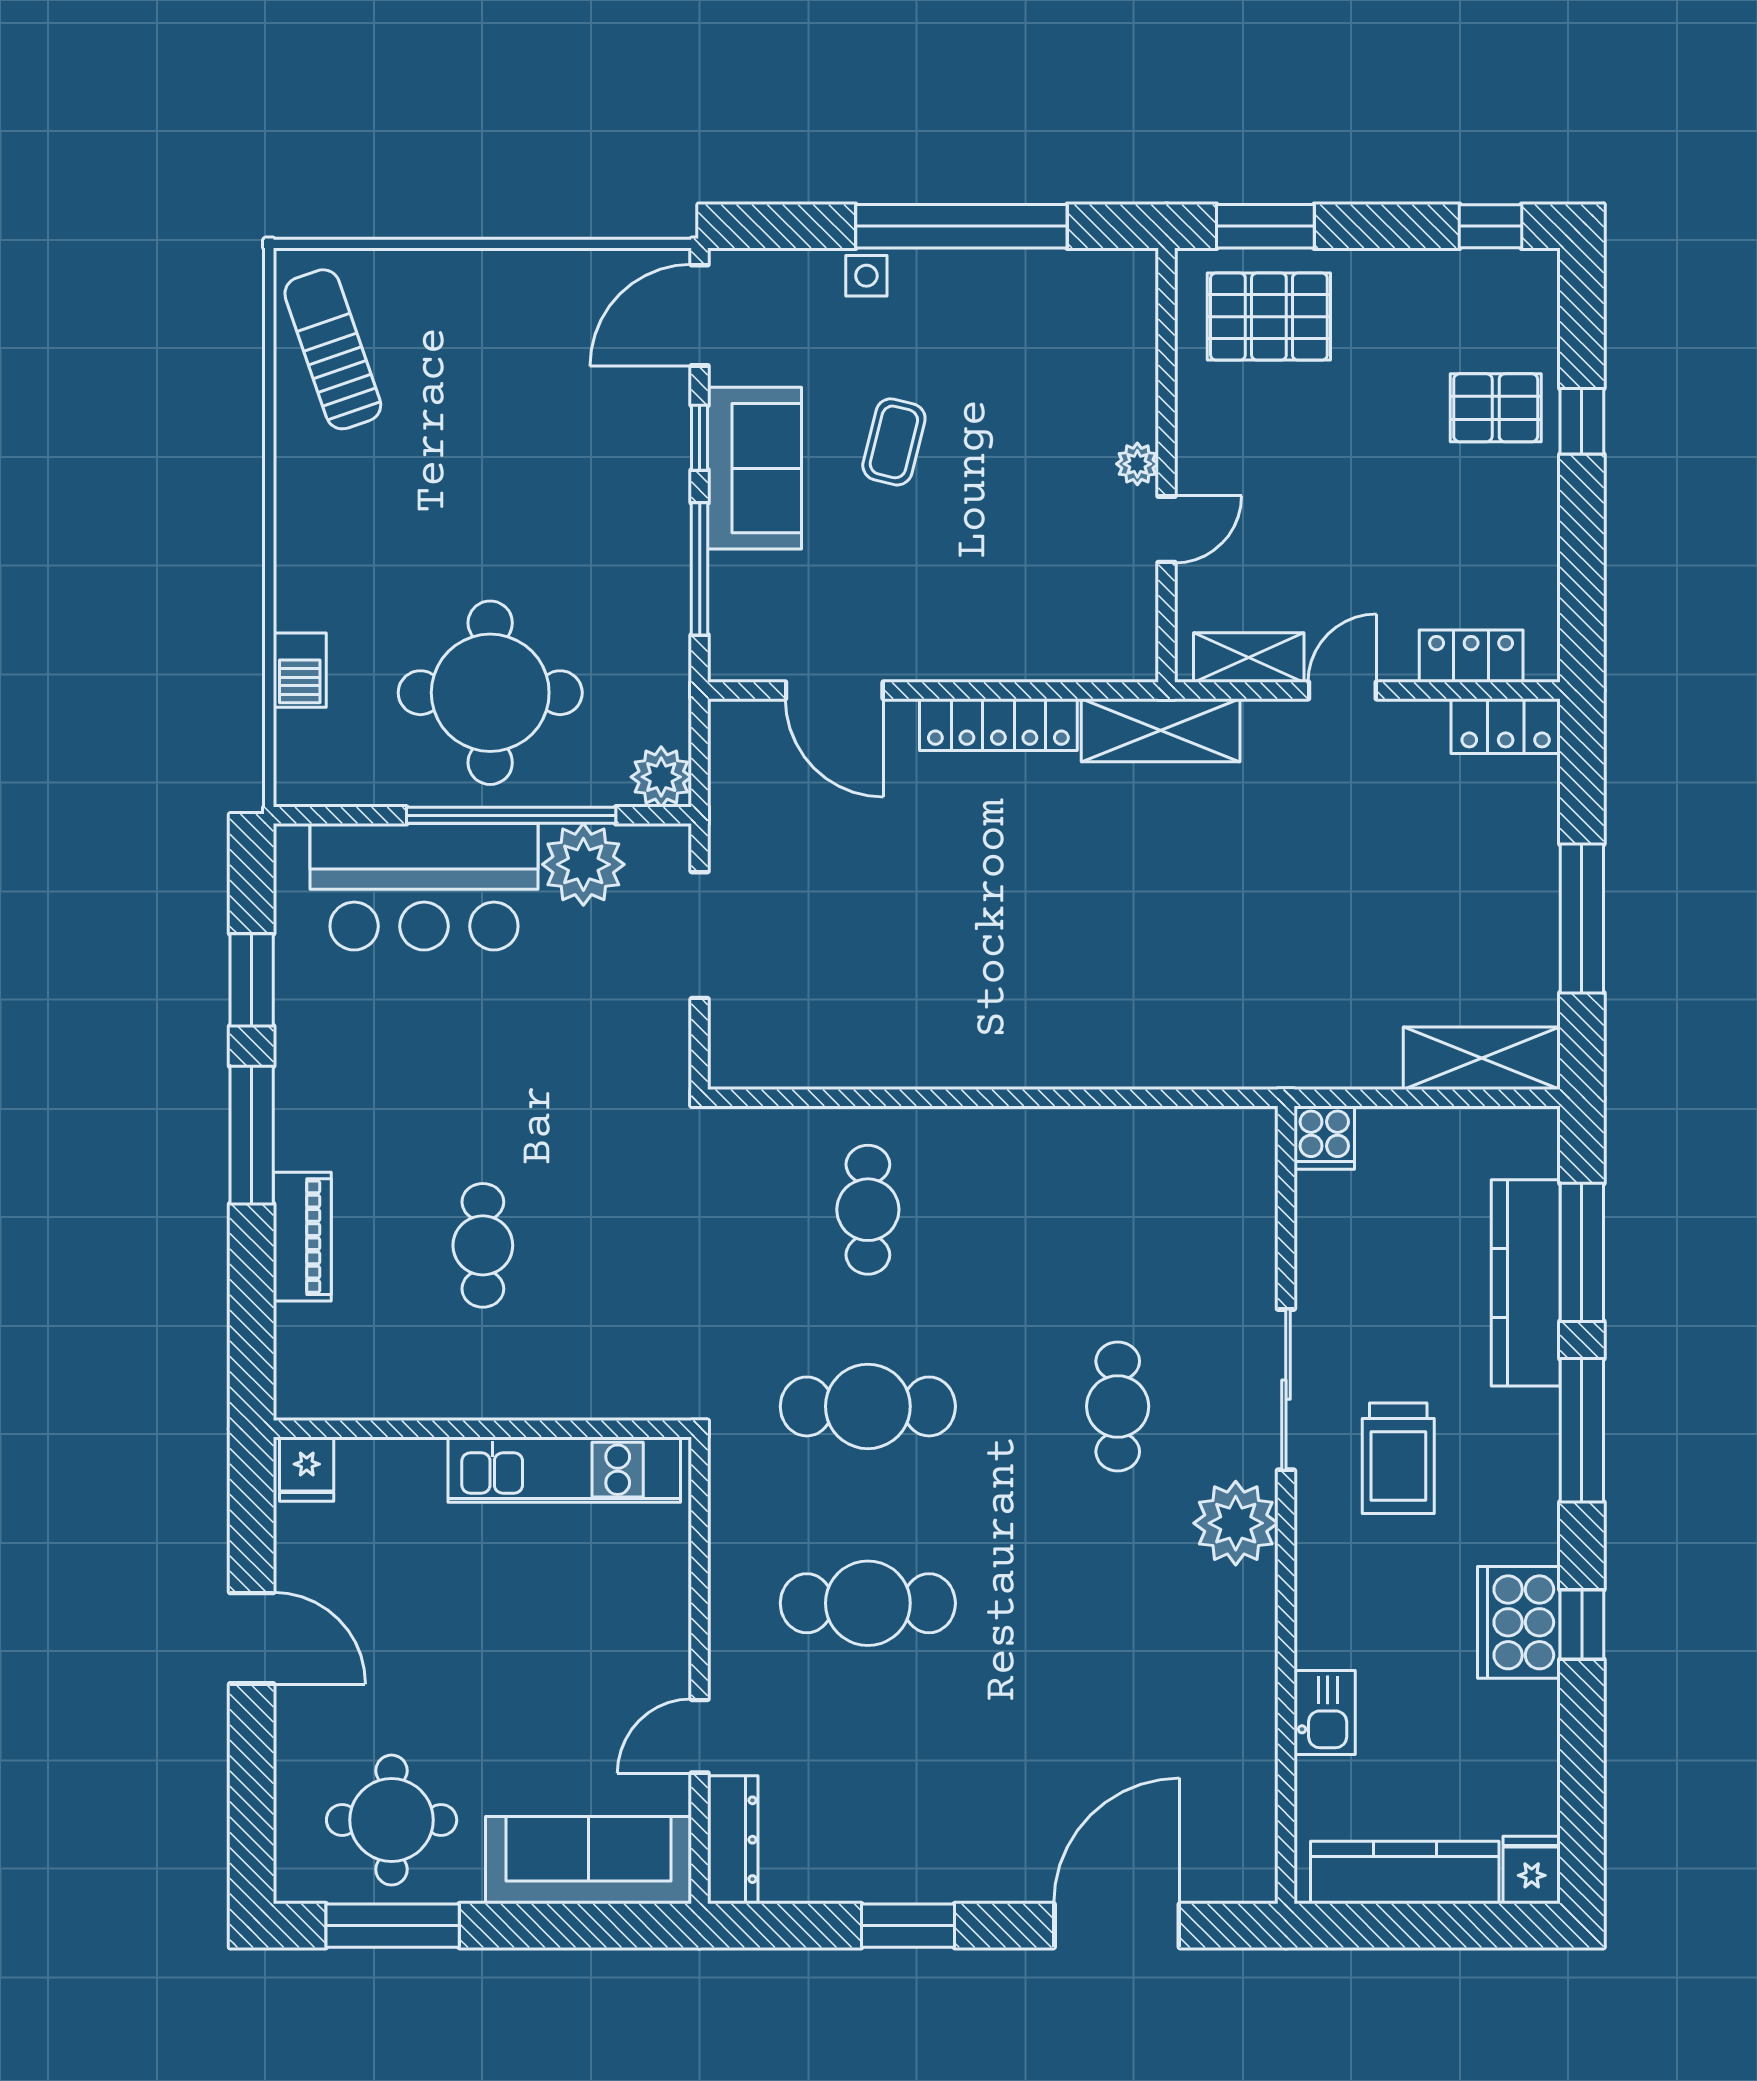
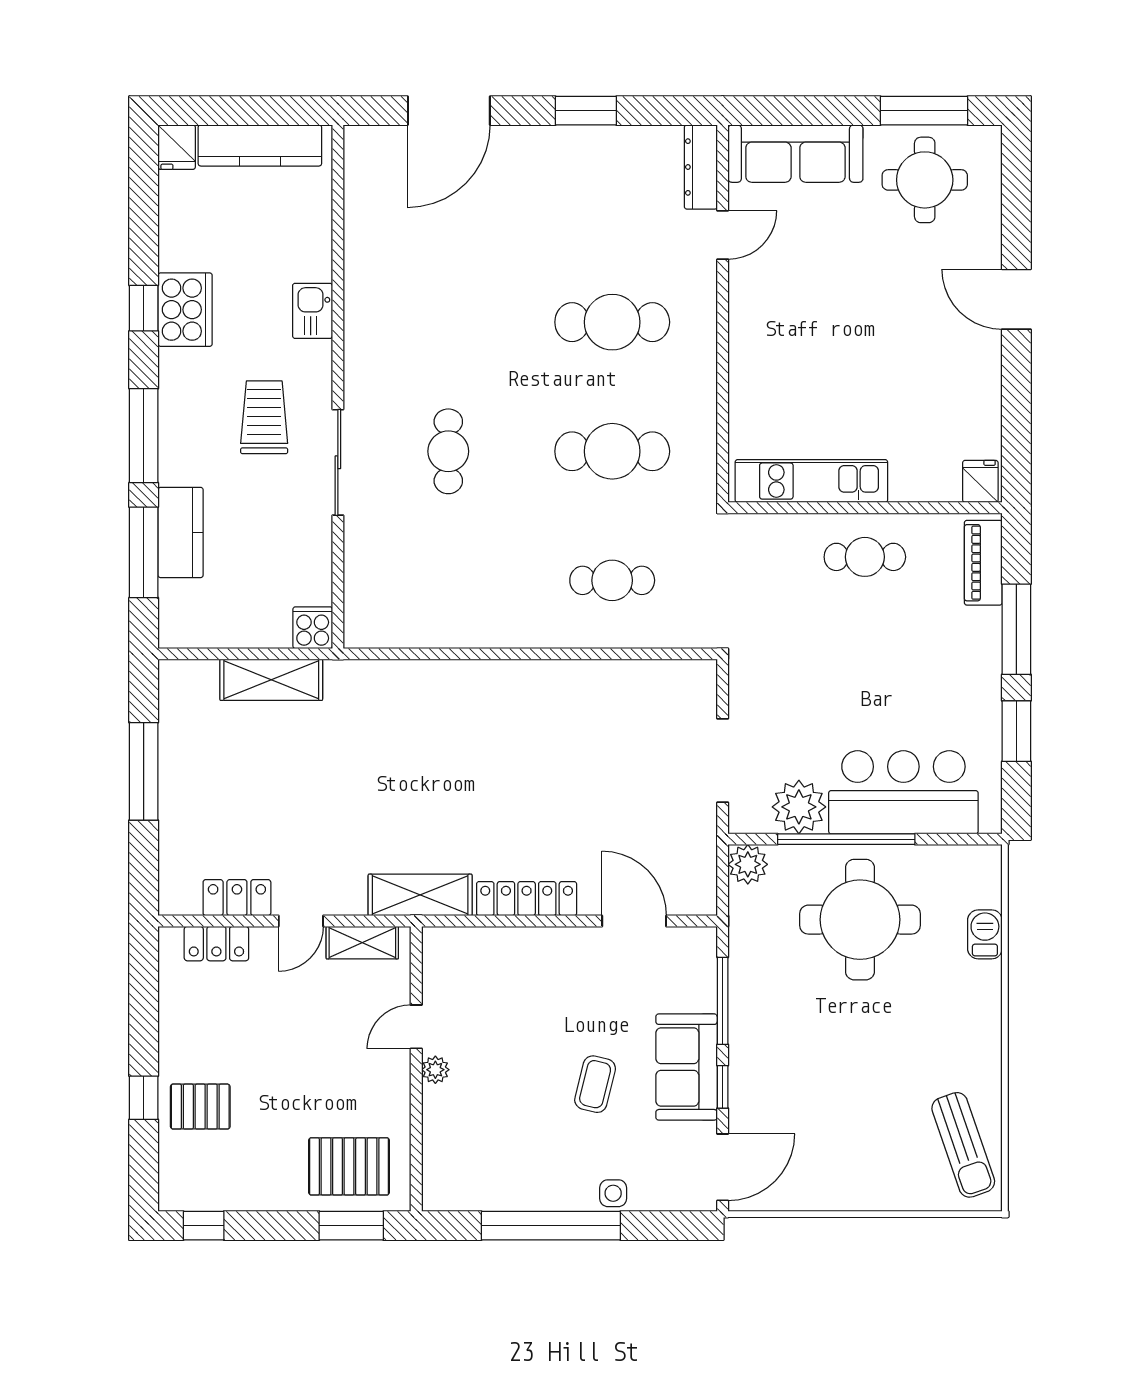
locker: (1506, 726) -> (237, 898), moved
shelving: (1482, 1058) -> (271, 680), moved
cafe table: (868, 1210) -> (612, 580), turned 90
cafe table: (483, 1245) -> (865, 557), turned 90
kitchen counter: (1526, 1283) -> (181, 532), width x0.67
wall: (482, 1429) -> (865, 508), moved
fridge: (307, 1469) -> (980, 481), moved
kitchen unit: (564, 1470) -> (811, 481), moved
plant: (1236, 1523) -> (371, 375), removed
kitchen sink: (1325, 1713) -> (313, 311), moved

